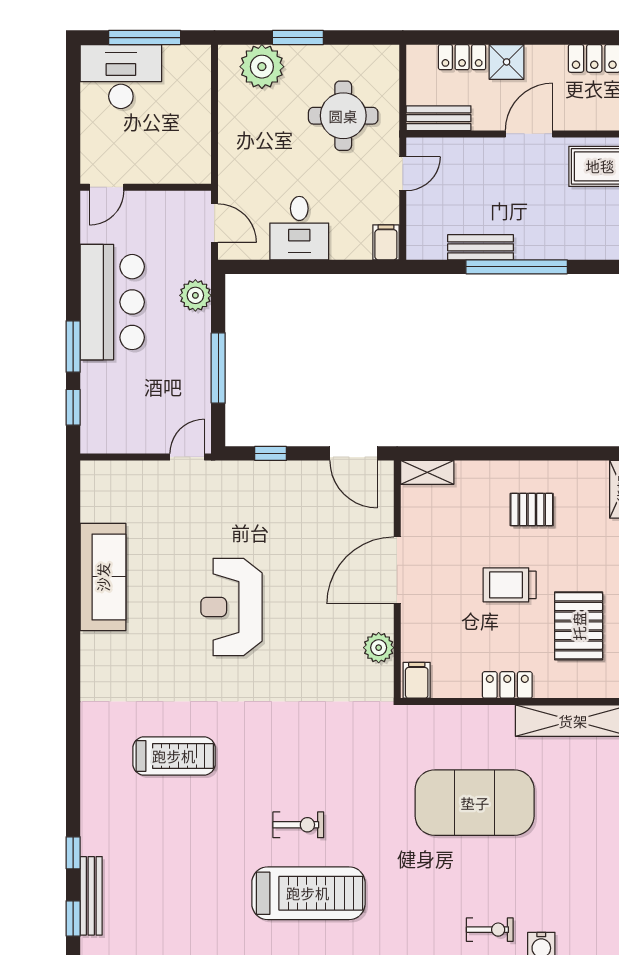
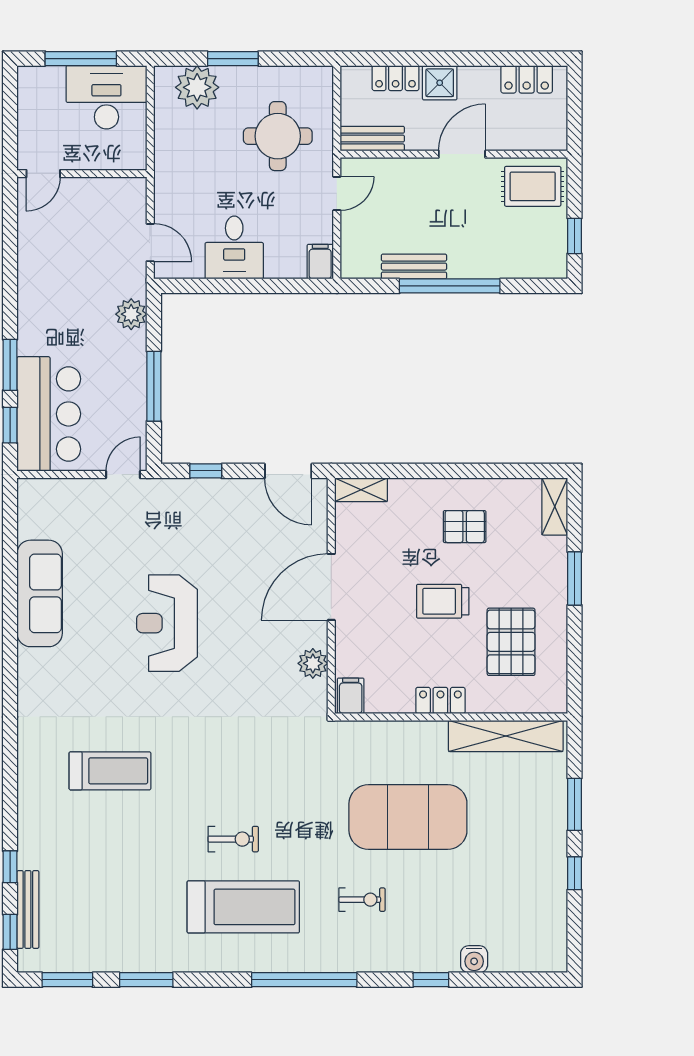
desk: (121, 77) -> (106, 97), moved
door: (107, 187) -> (43, 174), moved
wall: (146, 187) -> (82, 174), moved
bar counter: (112, 302) -> (49, 414), moved
exercise bike: (490, 930) -> (362, 900), moved

